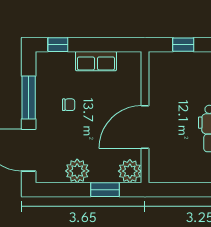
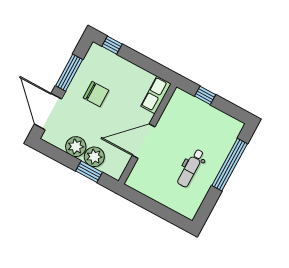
row of seats: (96, 61) -> (156, 95), moved, turned 90
chair: (69, 105) -> (96, 94), width x1.87, depth x1.87
plant: (130, 171) -> (94, 157), moved

